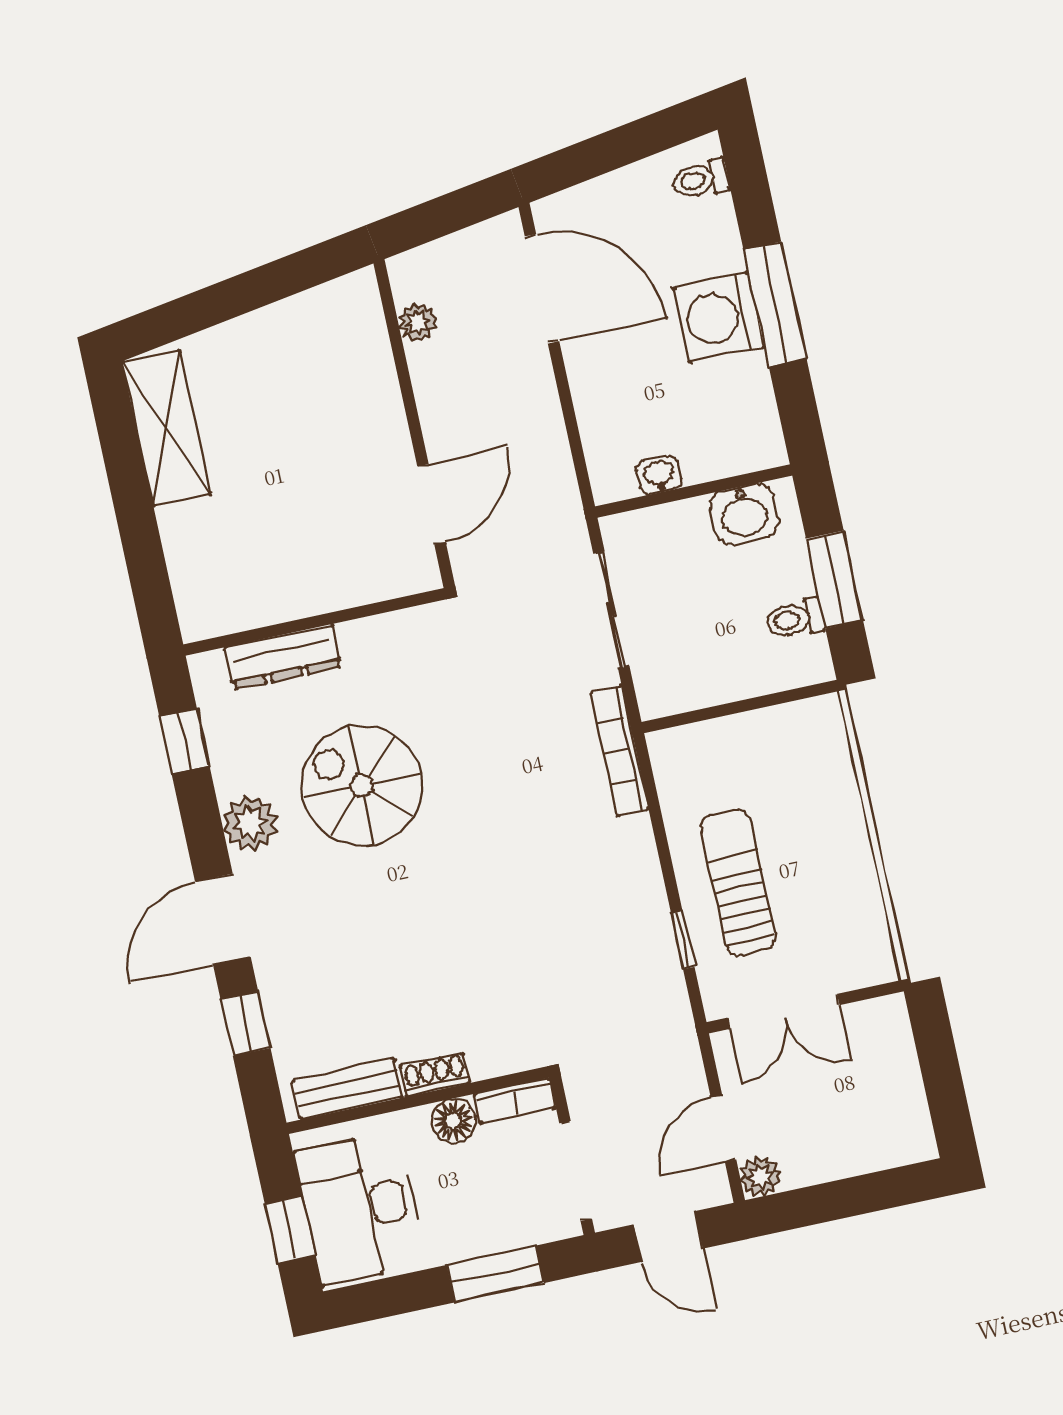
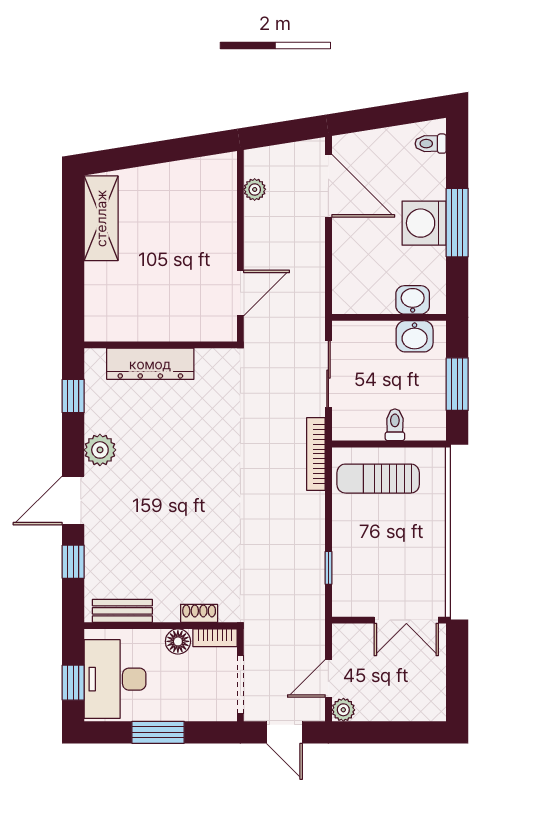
washbasin: (659, 475) -> (413, 300), moved, width x1.38, depth x1.45
toilet: (795, 619) -> (395, 425), moved, turned 90
dresser: (283, 657) -> (150, 364), width x1.37, depth x1.24
spiral stairs: (362, 786) -> (167, 442), removed
sun lounger: (738, 882) -> (378, 479), moved, turned -90
double door: (784, 1011) -> (406, 620), moved
shoe rack: (435, 1075) -> (199, 613), moved
window: (495, 1274) -> (158, 732), moved

